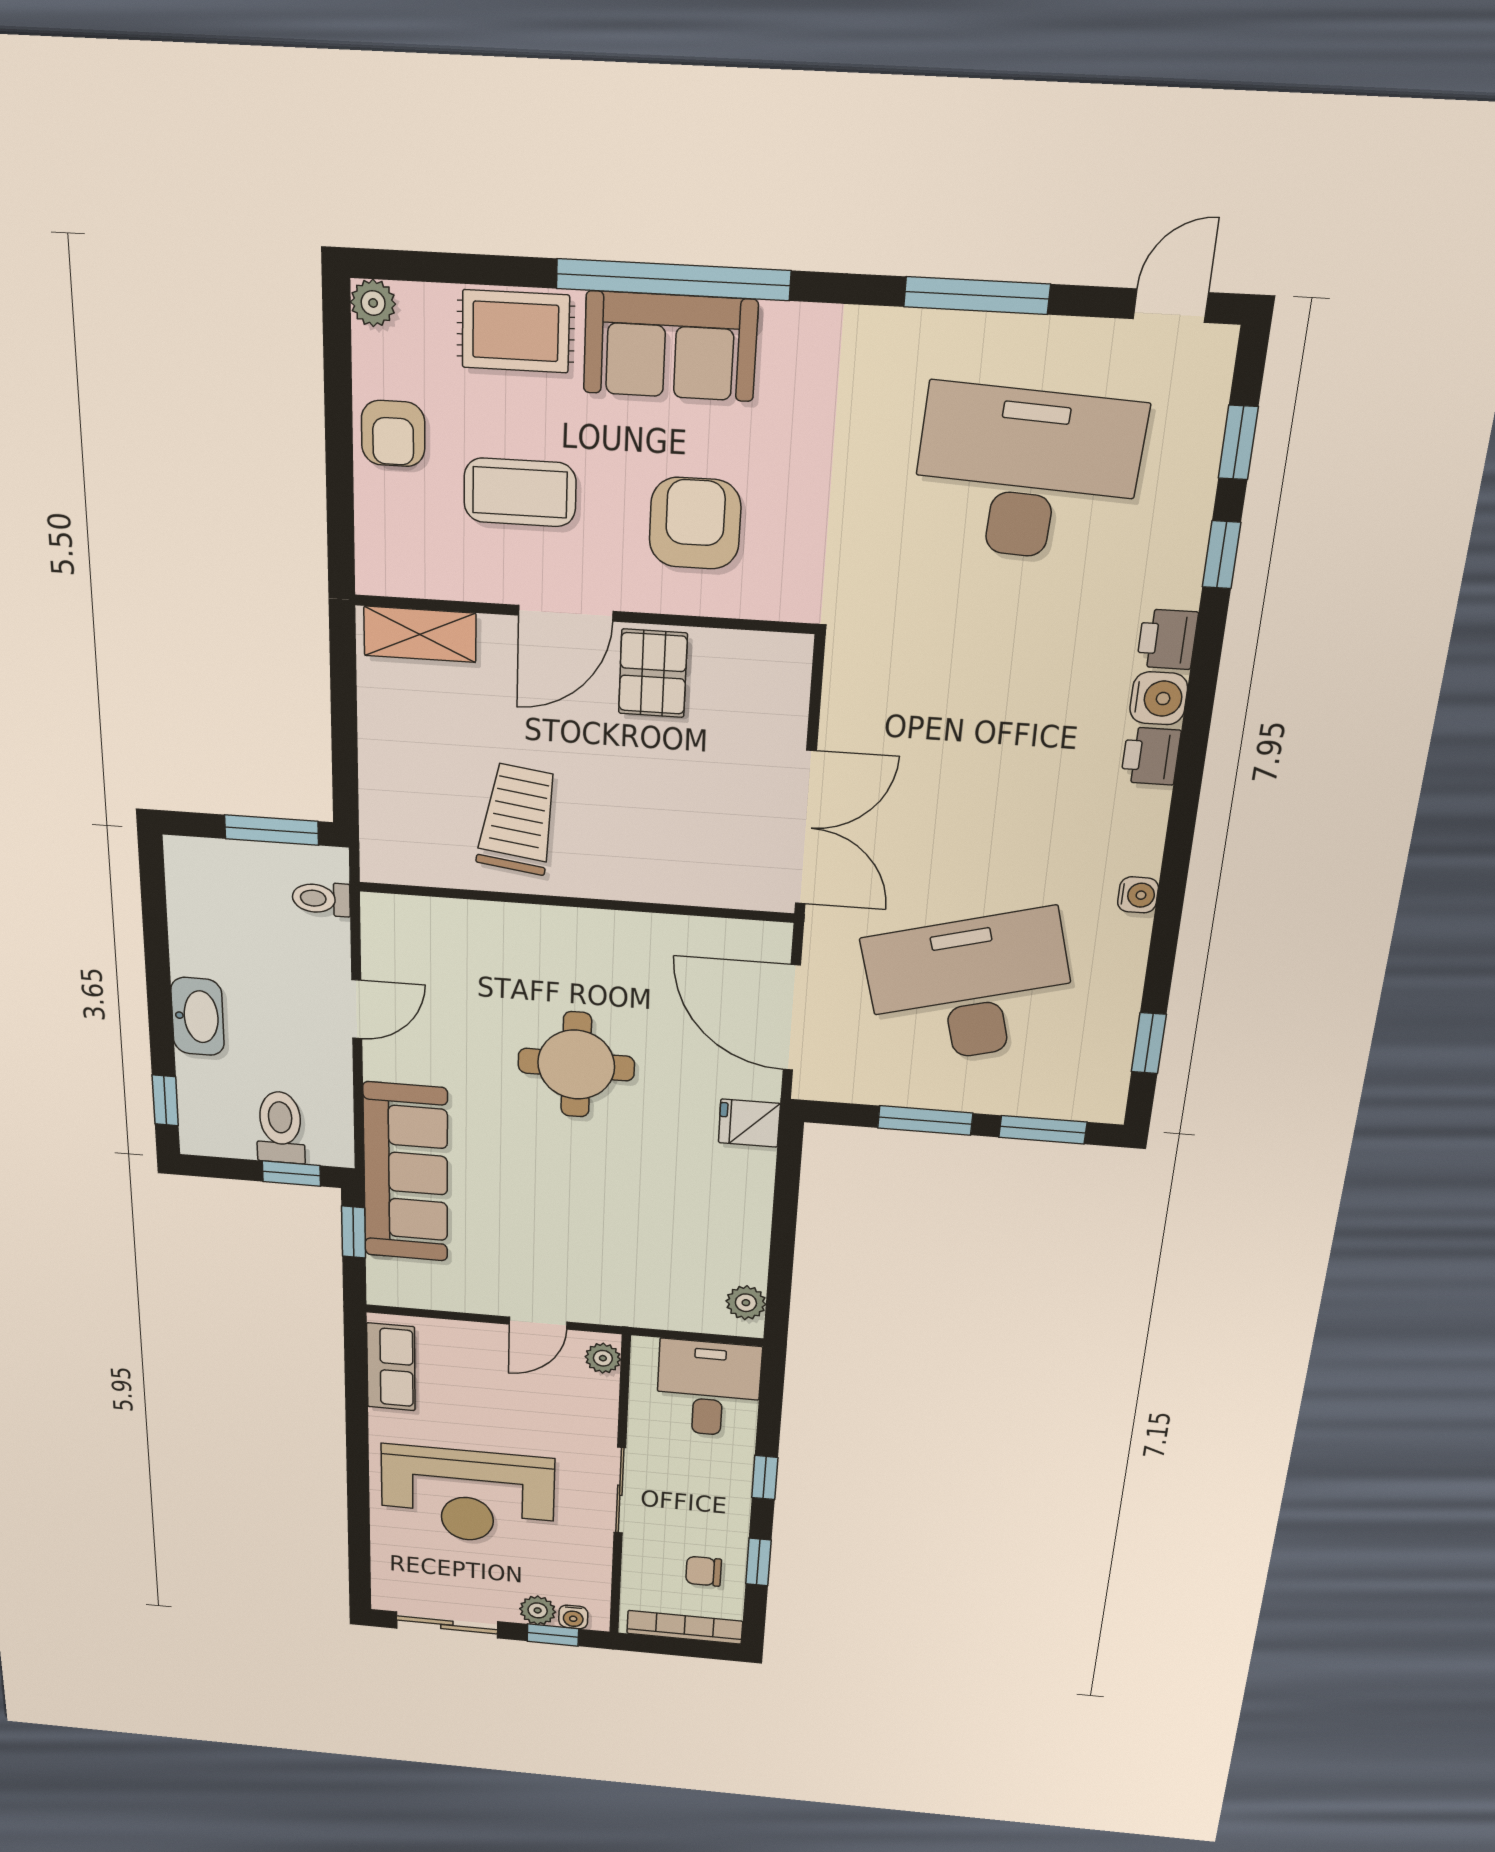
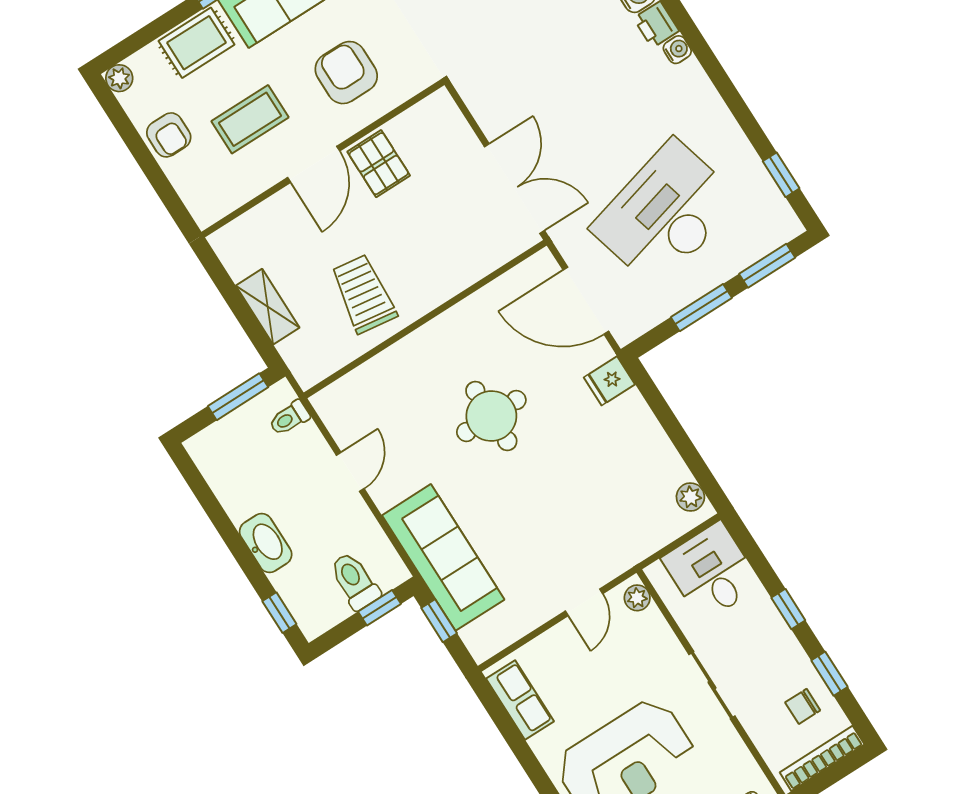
shelving: (420, 634) -> (268, 307), moved, turned 90
water cooler: (1138, 895) -> (677, 50), moved

